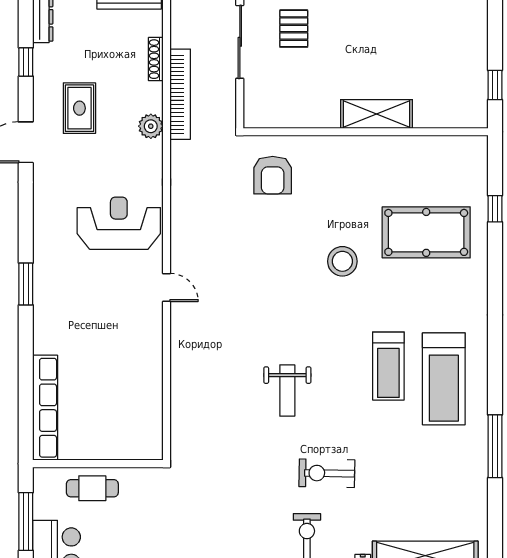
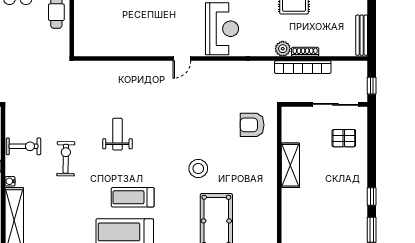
shoe rack: (156, 59) -> (305, 52), moved
shelving: (376, 114) -> (290, 165), moved
weight bench: (287, 391) -> (117, 134), turned 90

